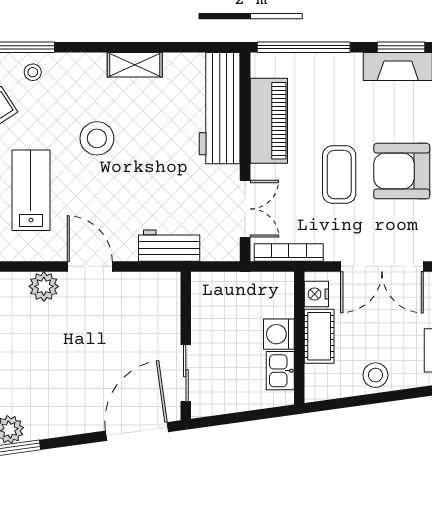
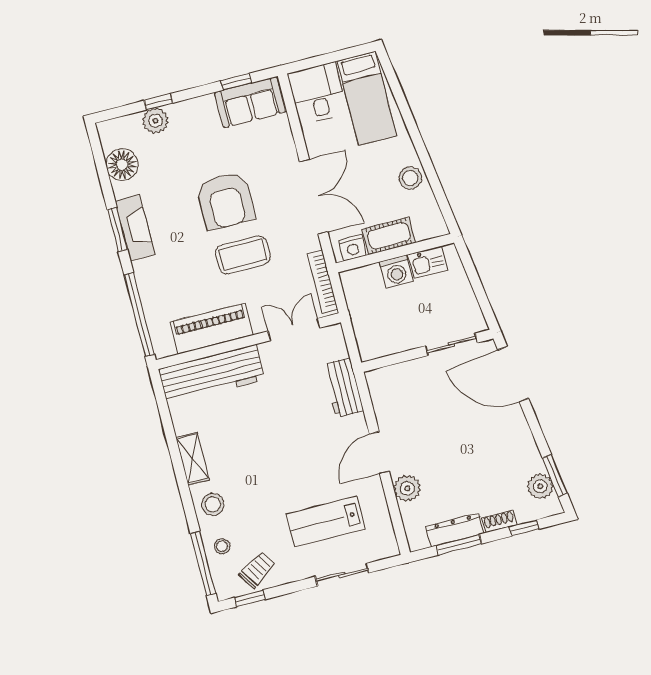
stool: (97, 138) -> (213, 504), moved, width x0.73, depth x0.73

